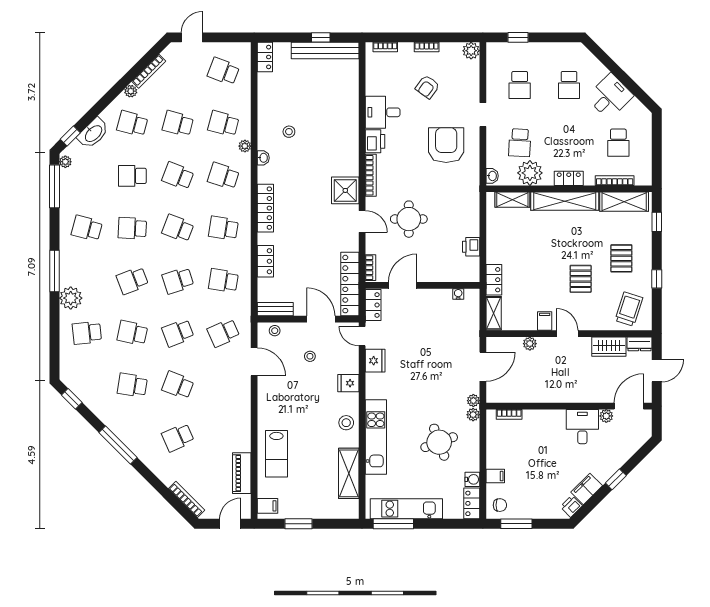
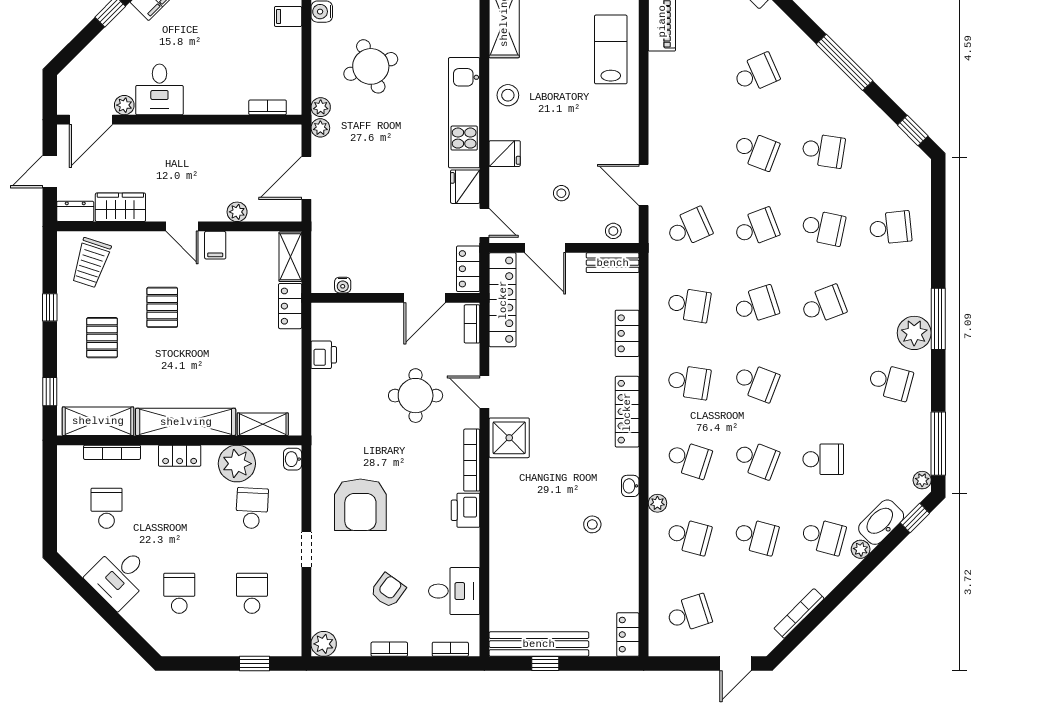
school desk: (223, 71) -> (689, 614), turned -39
plant: (131, 91) -> (861, 549), moved
desk: (383, 112) -> (454, 591), moved
school desk: (132, 228) -> (823, 382), removed
plant: (71, 298) -> (914, 333), moved
kitchen unit: (376, 437) -> (464, 113), moved

